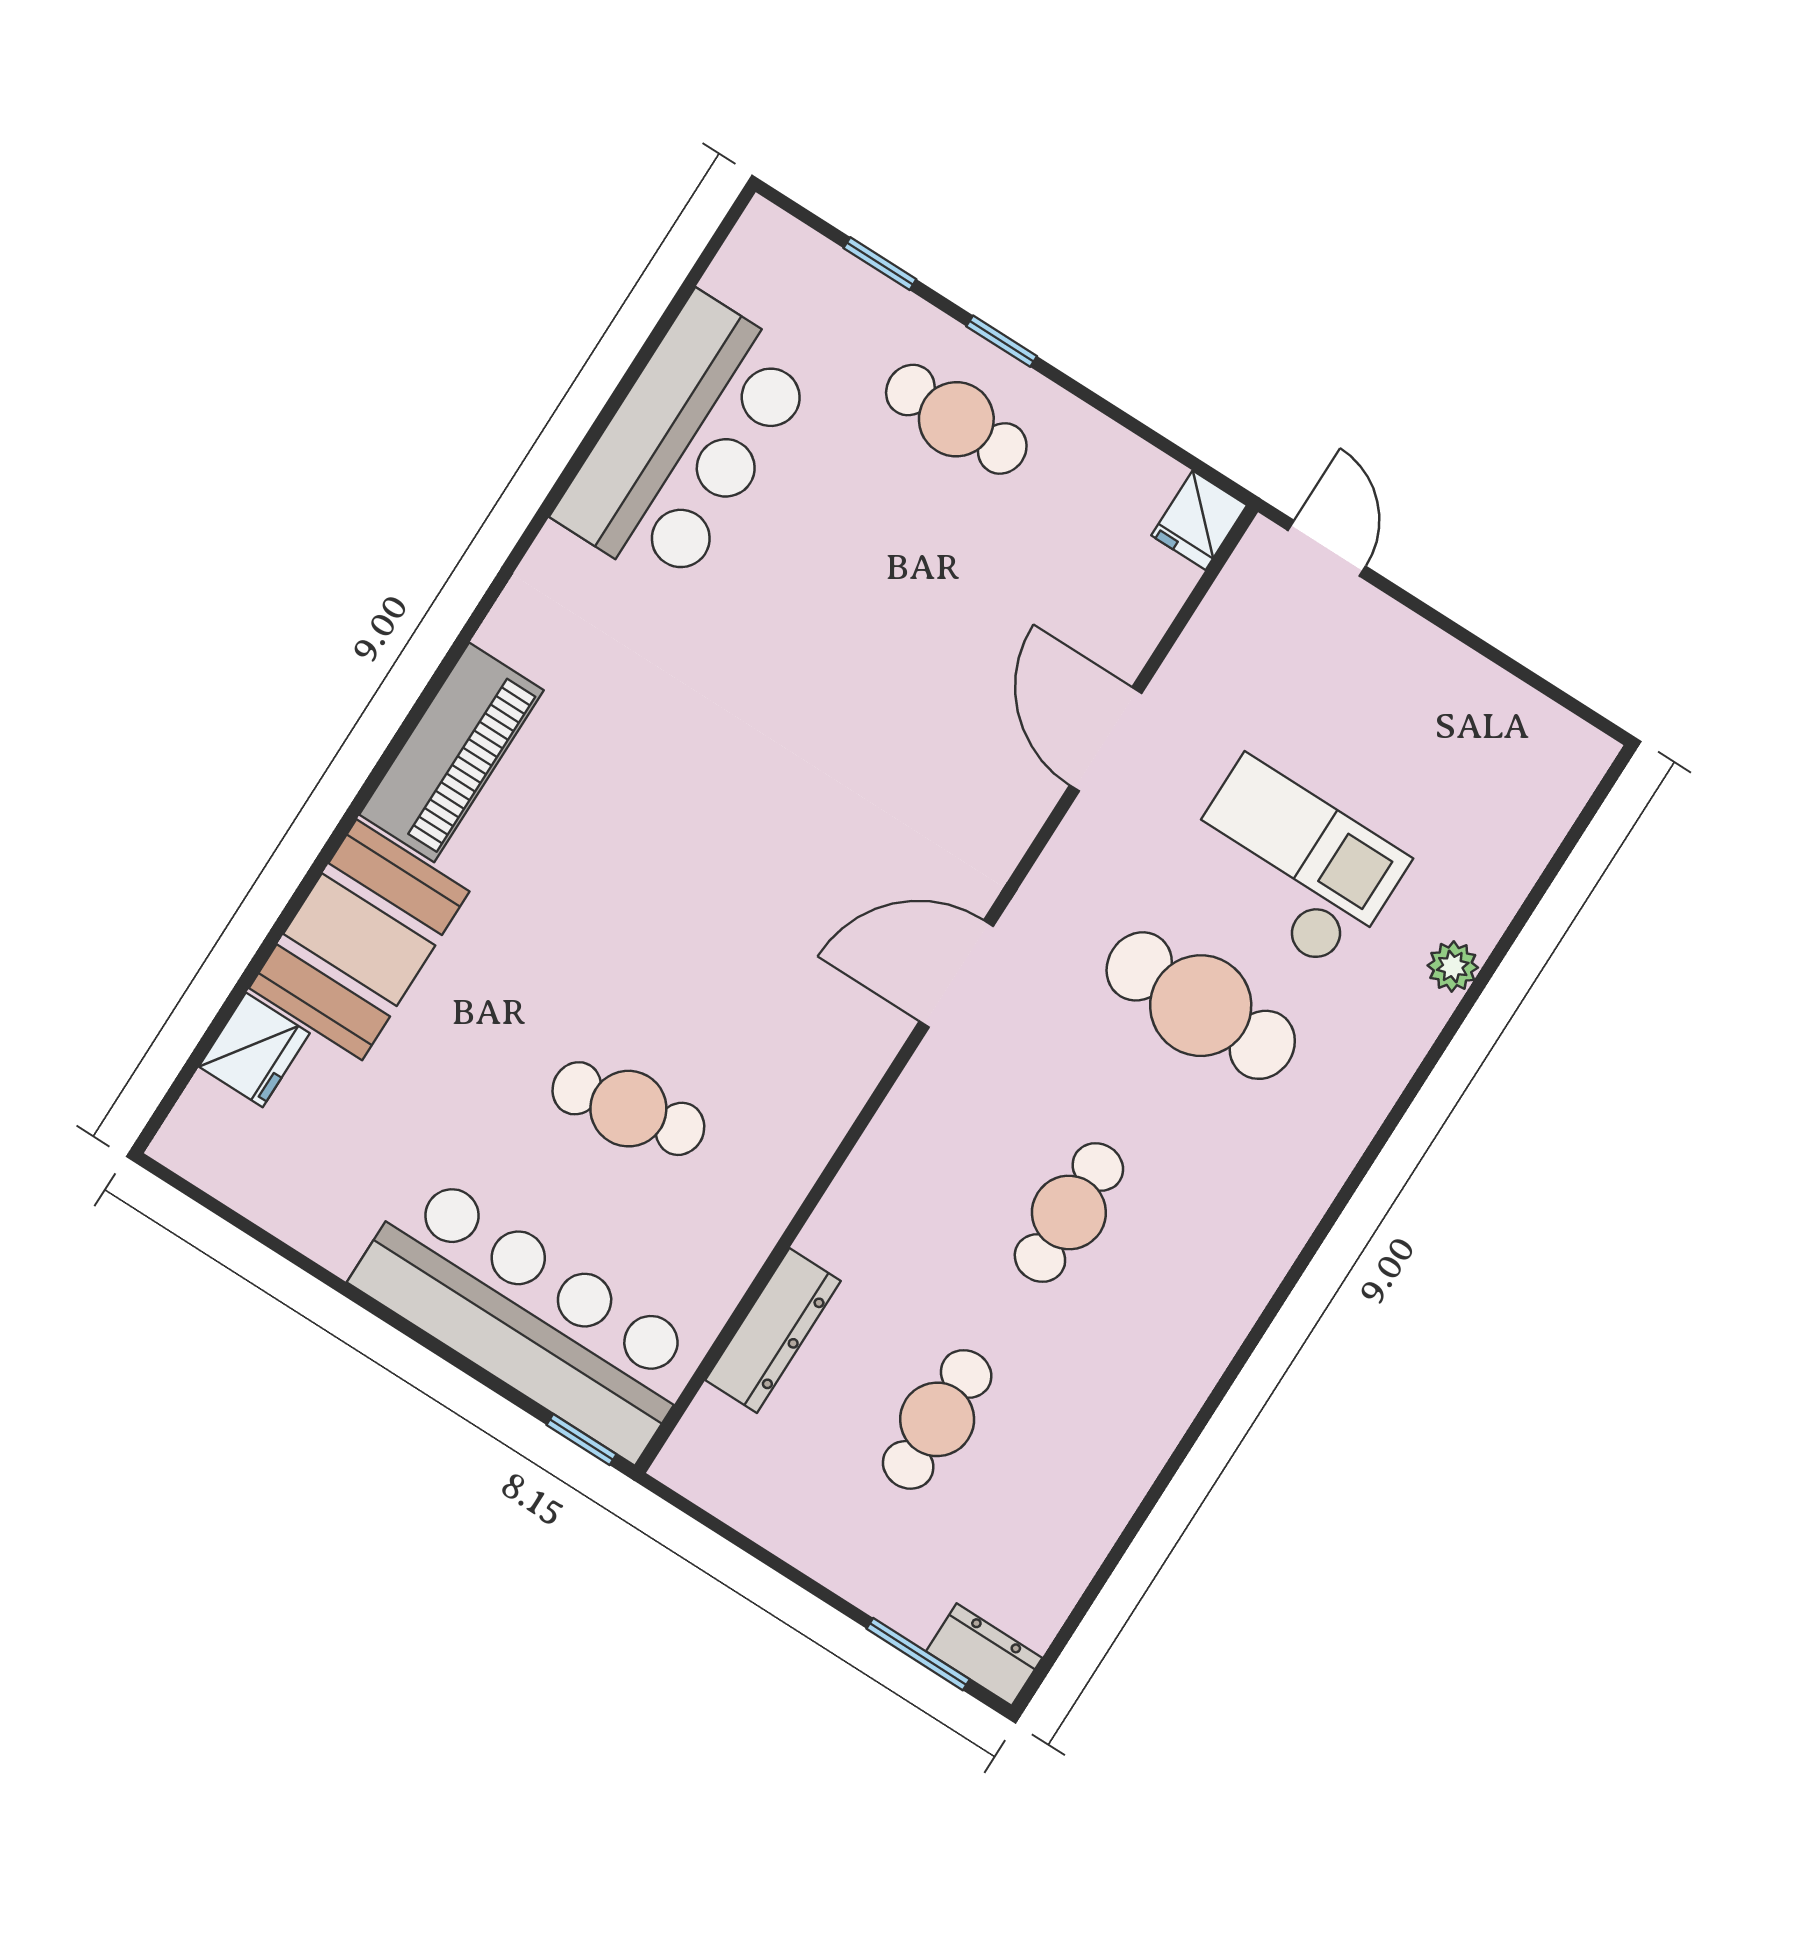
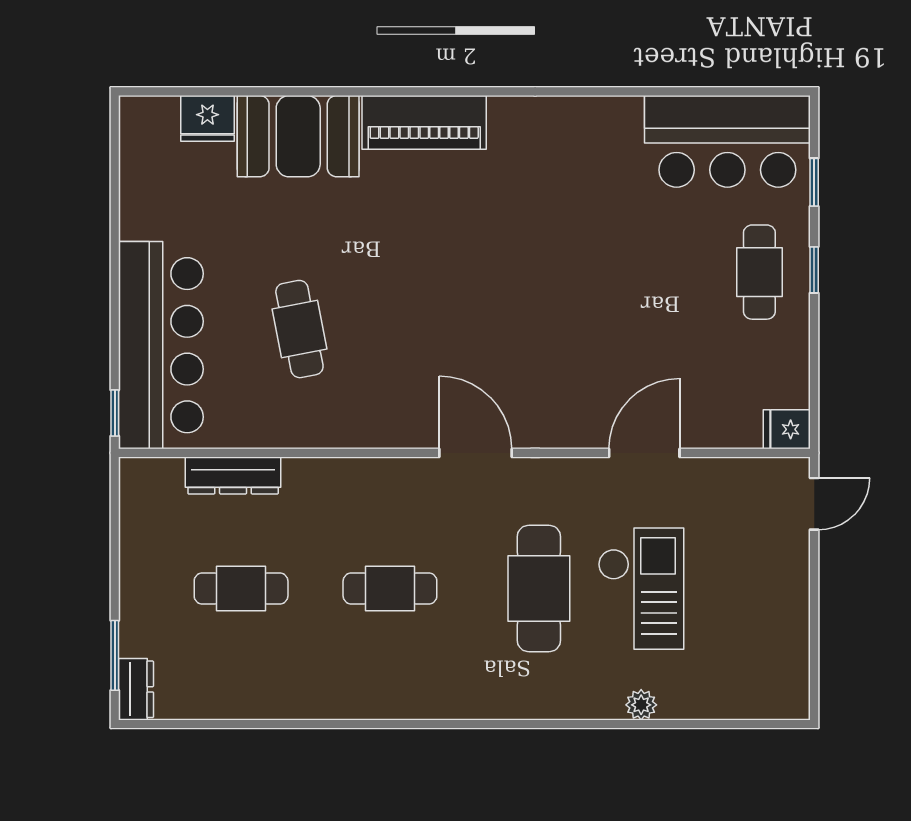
bar counter: (686, 443) -> (727, 141), moved

